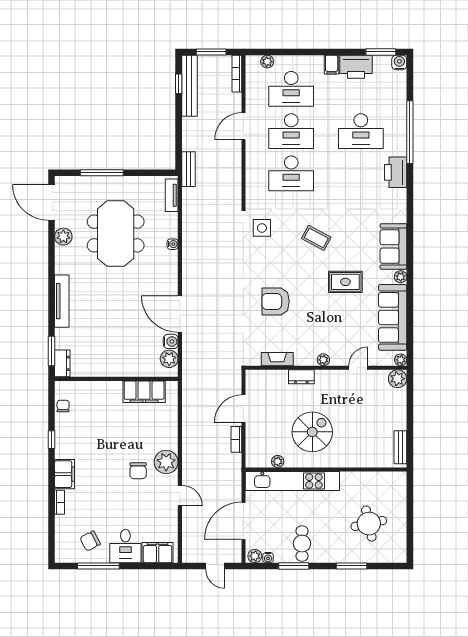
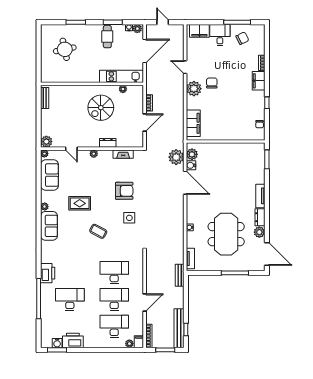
water cooler: (399, 63) -> (57, 343), moved
filing cabinet: (332, 65) -> (139, 342), moved
side table: (262, 228) -> (129, 218), moved
tv unit: (62, 301) -> (260, 196), width x0.71
sofa: (393, 317) -> (50, 175), width x0.73
plant: (194, 354) -> (176, 157), added
dresser: (62, 363) -> (260, 217), moved
door: (358, 368) -> (71, 149), hinge flipped
filing cabinet: (144, 392) -> (193, 123), moved, turned 90
kitchen unit: (292, 481) -> (121, 76), width x0.73

